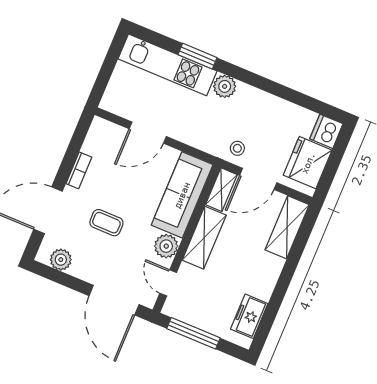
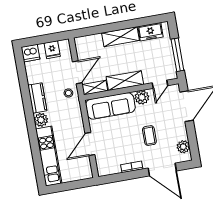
window: (198, 56) -> (34, 144), removed
kitchen counter: (258, 101) -> (37, 98), added
door: (148, 133) -> (90, 144), swing flipped
fridge: (308, 163) -> (52, 50), width x0.53, depth x0.75
door: (258, 179) -> (77, 72), hinge flipped
shelving: (287, 227) -> (120, 37), moved

